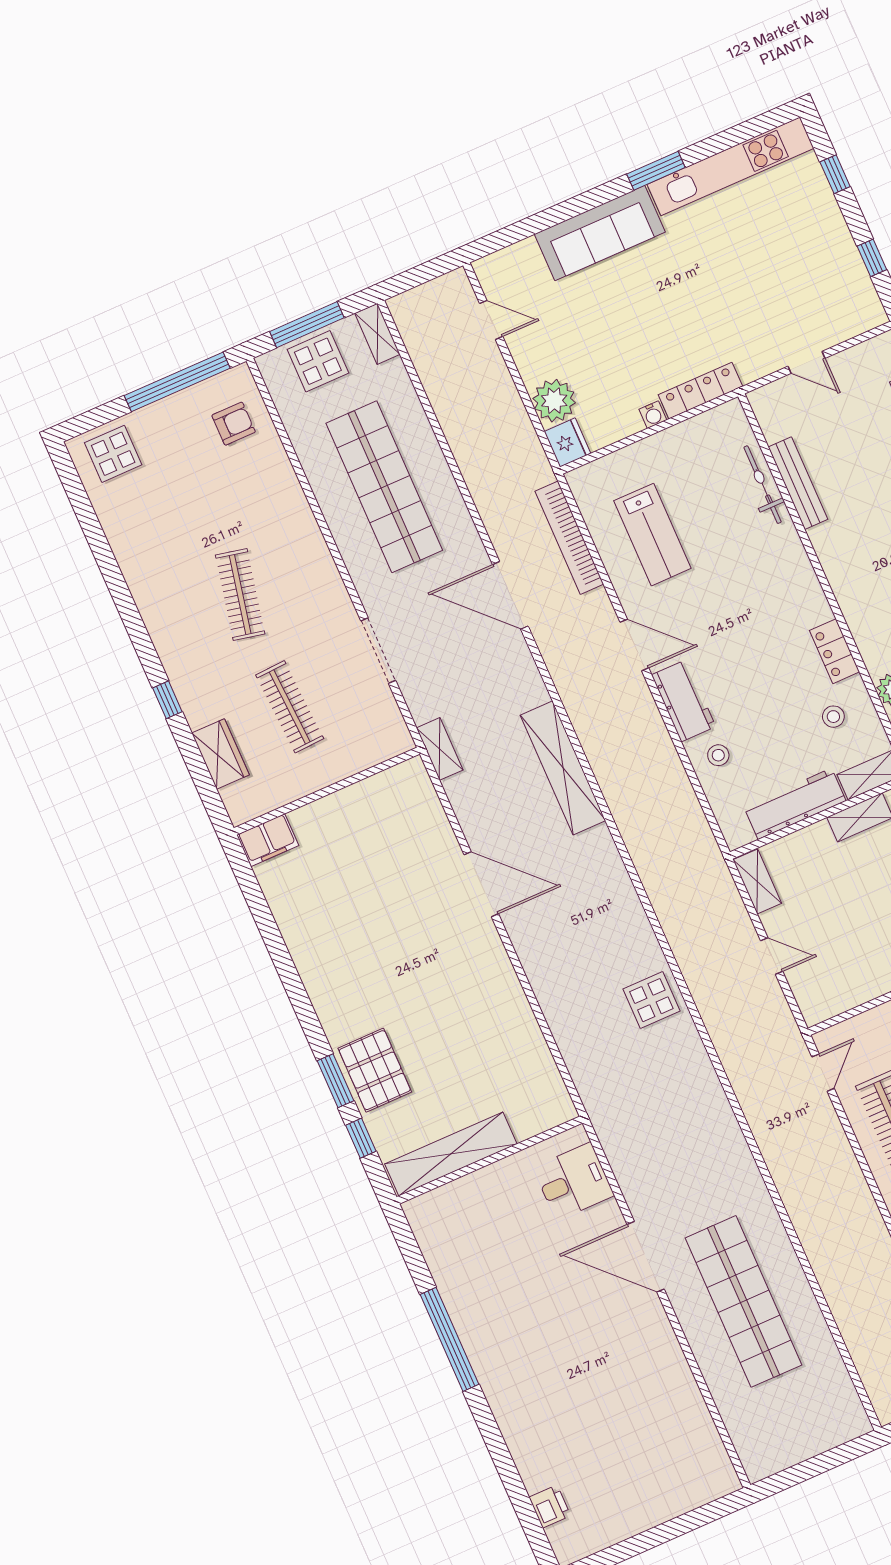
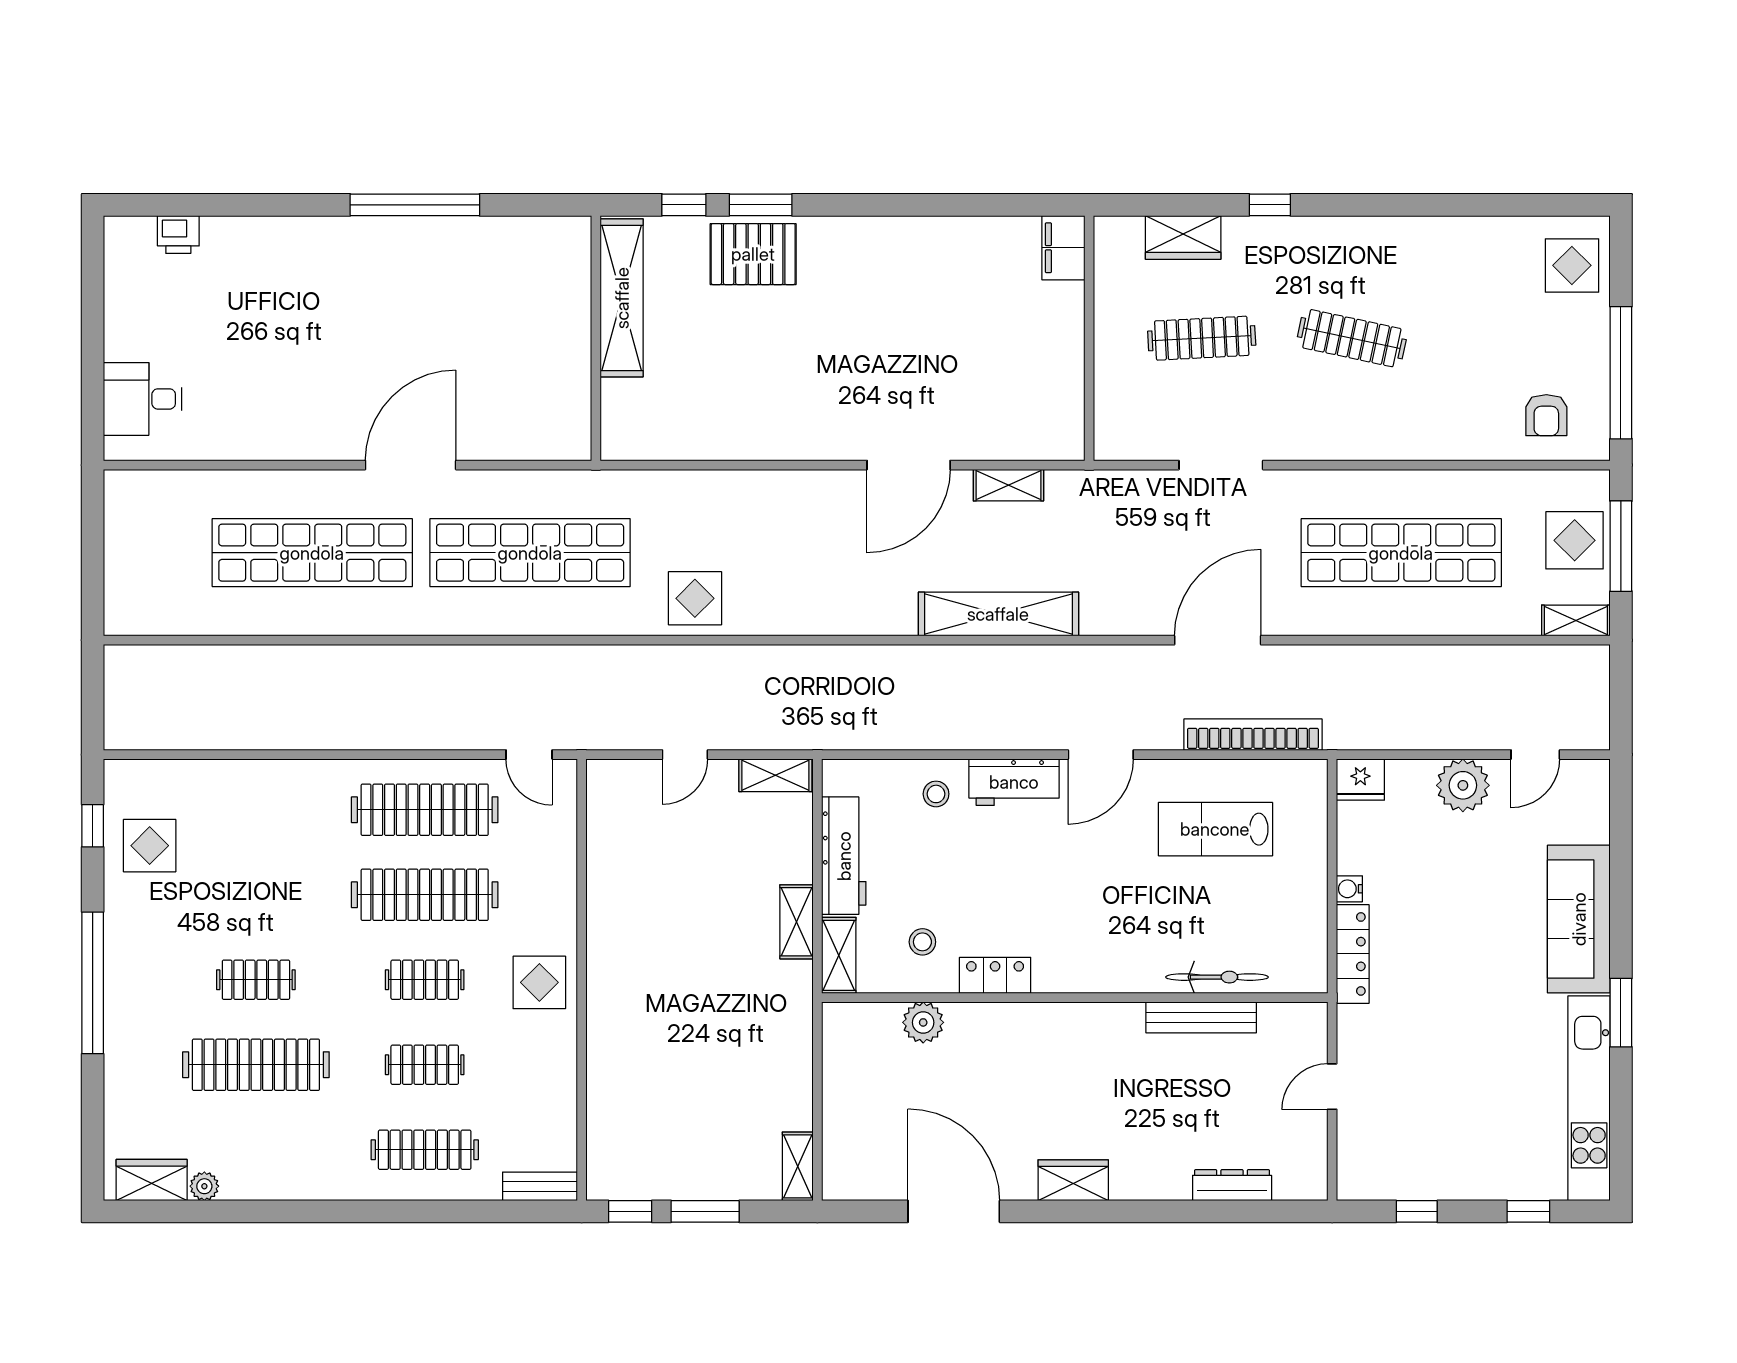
plant: (554, 401) -> (1463, 785), moved
shelving: (440, 749) -> (1008, 485), moved
shop shelf: (672, 1138) -> (530, 553), added
desk: (574, 1181) -> (143, 399), moved, turned 90

